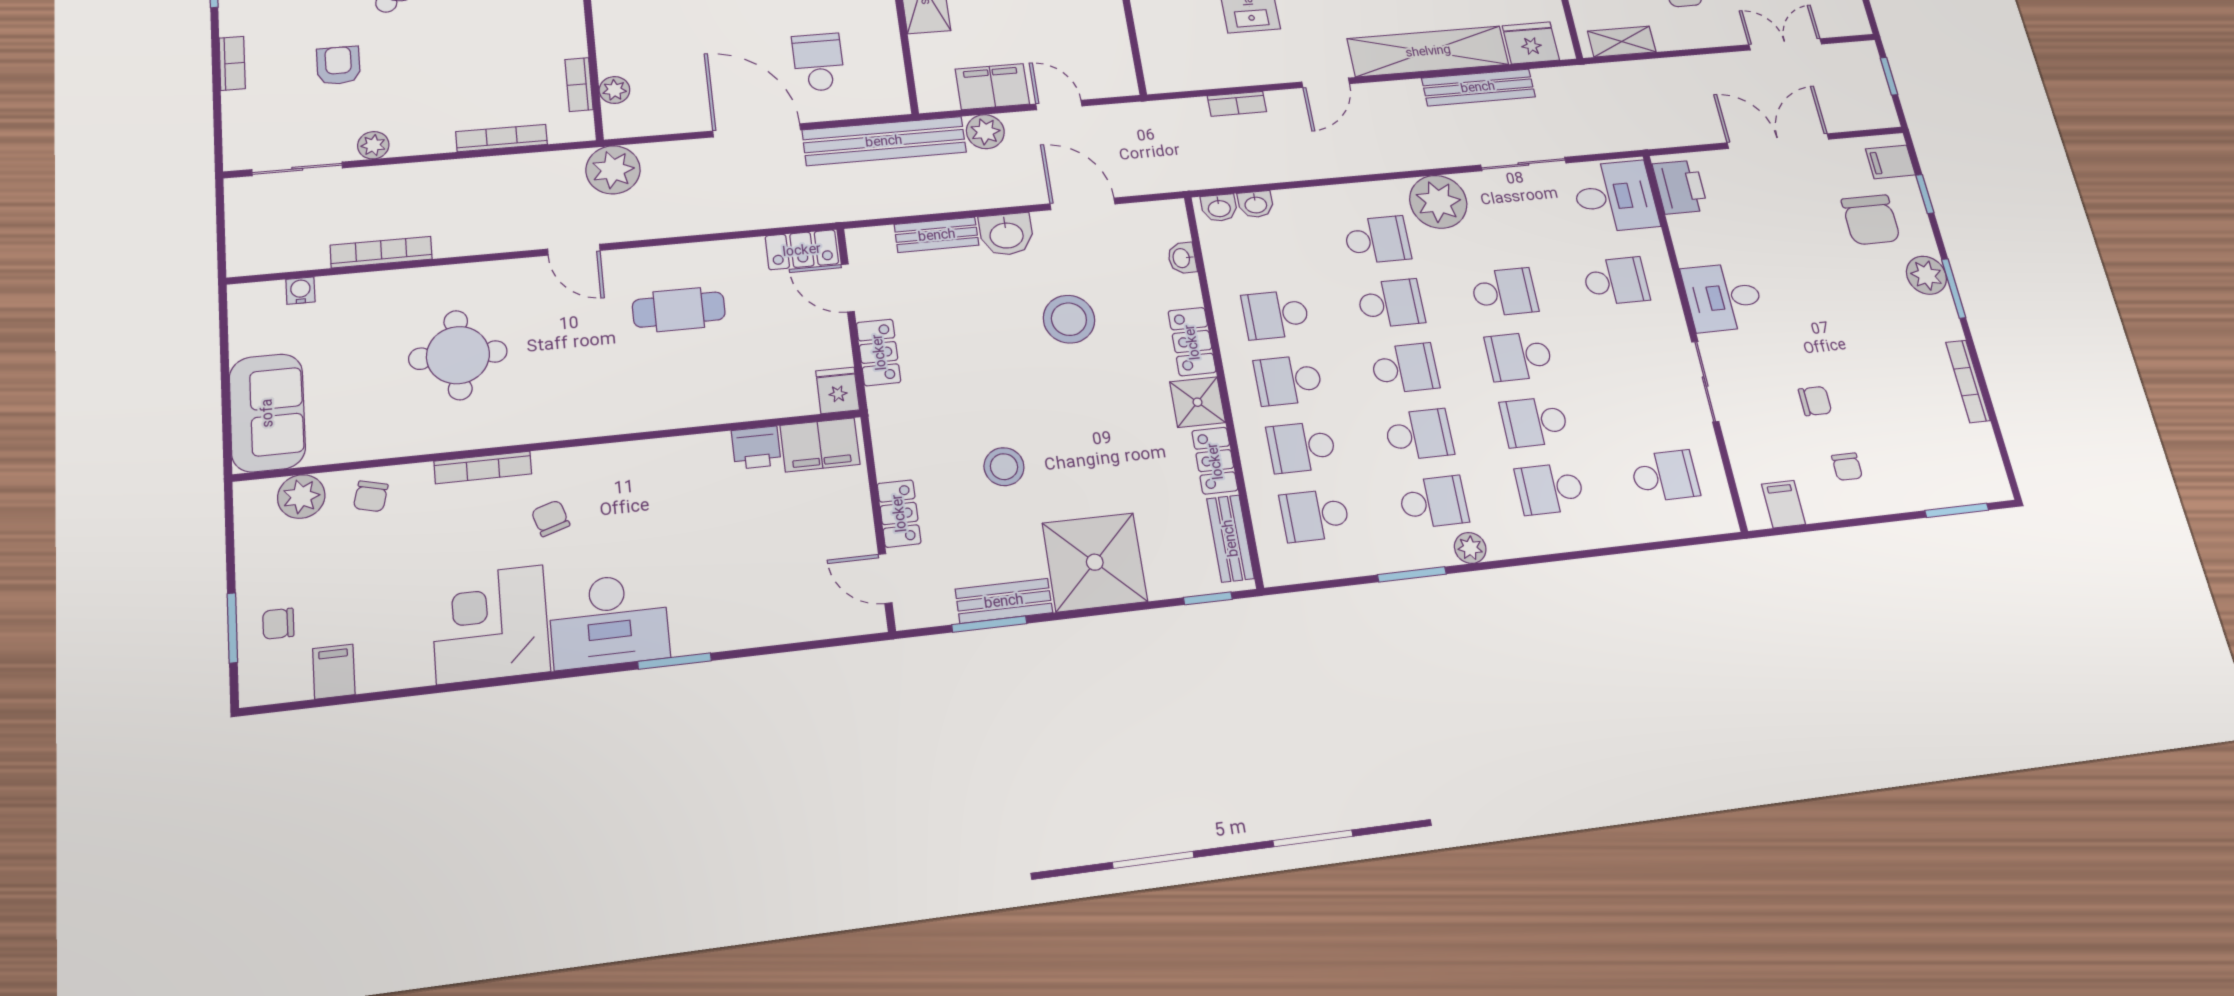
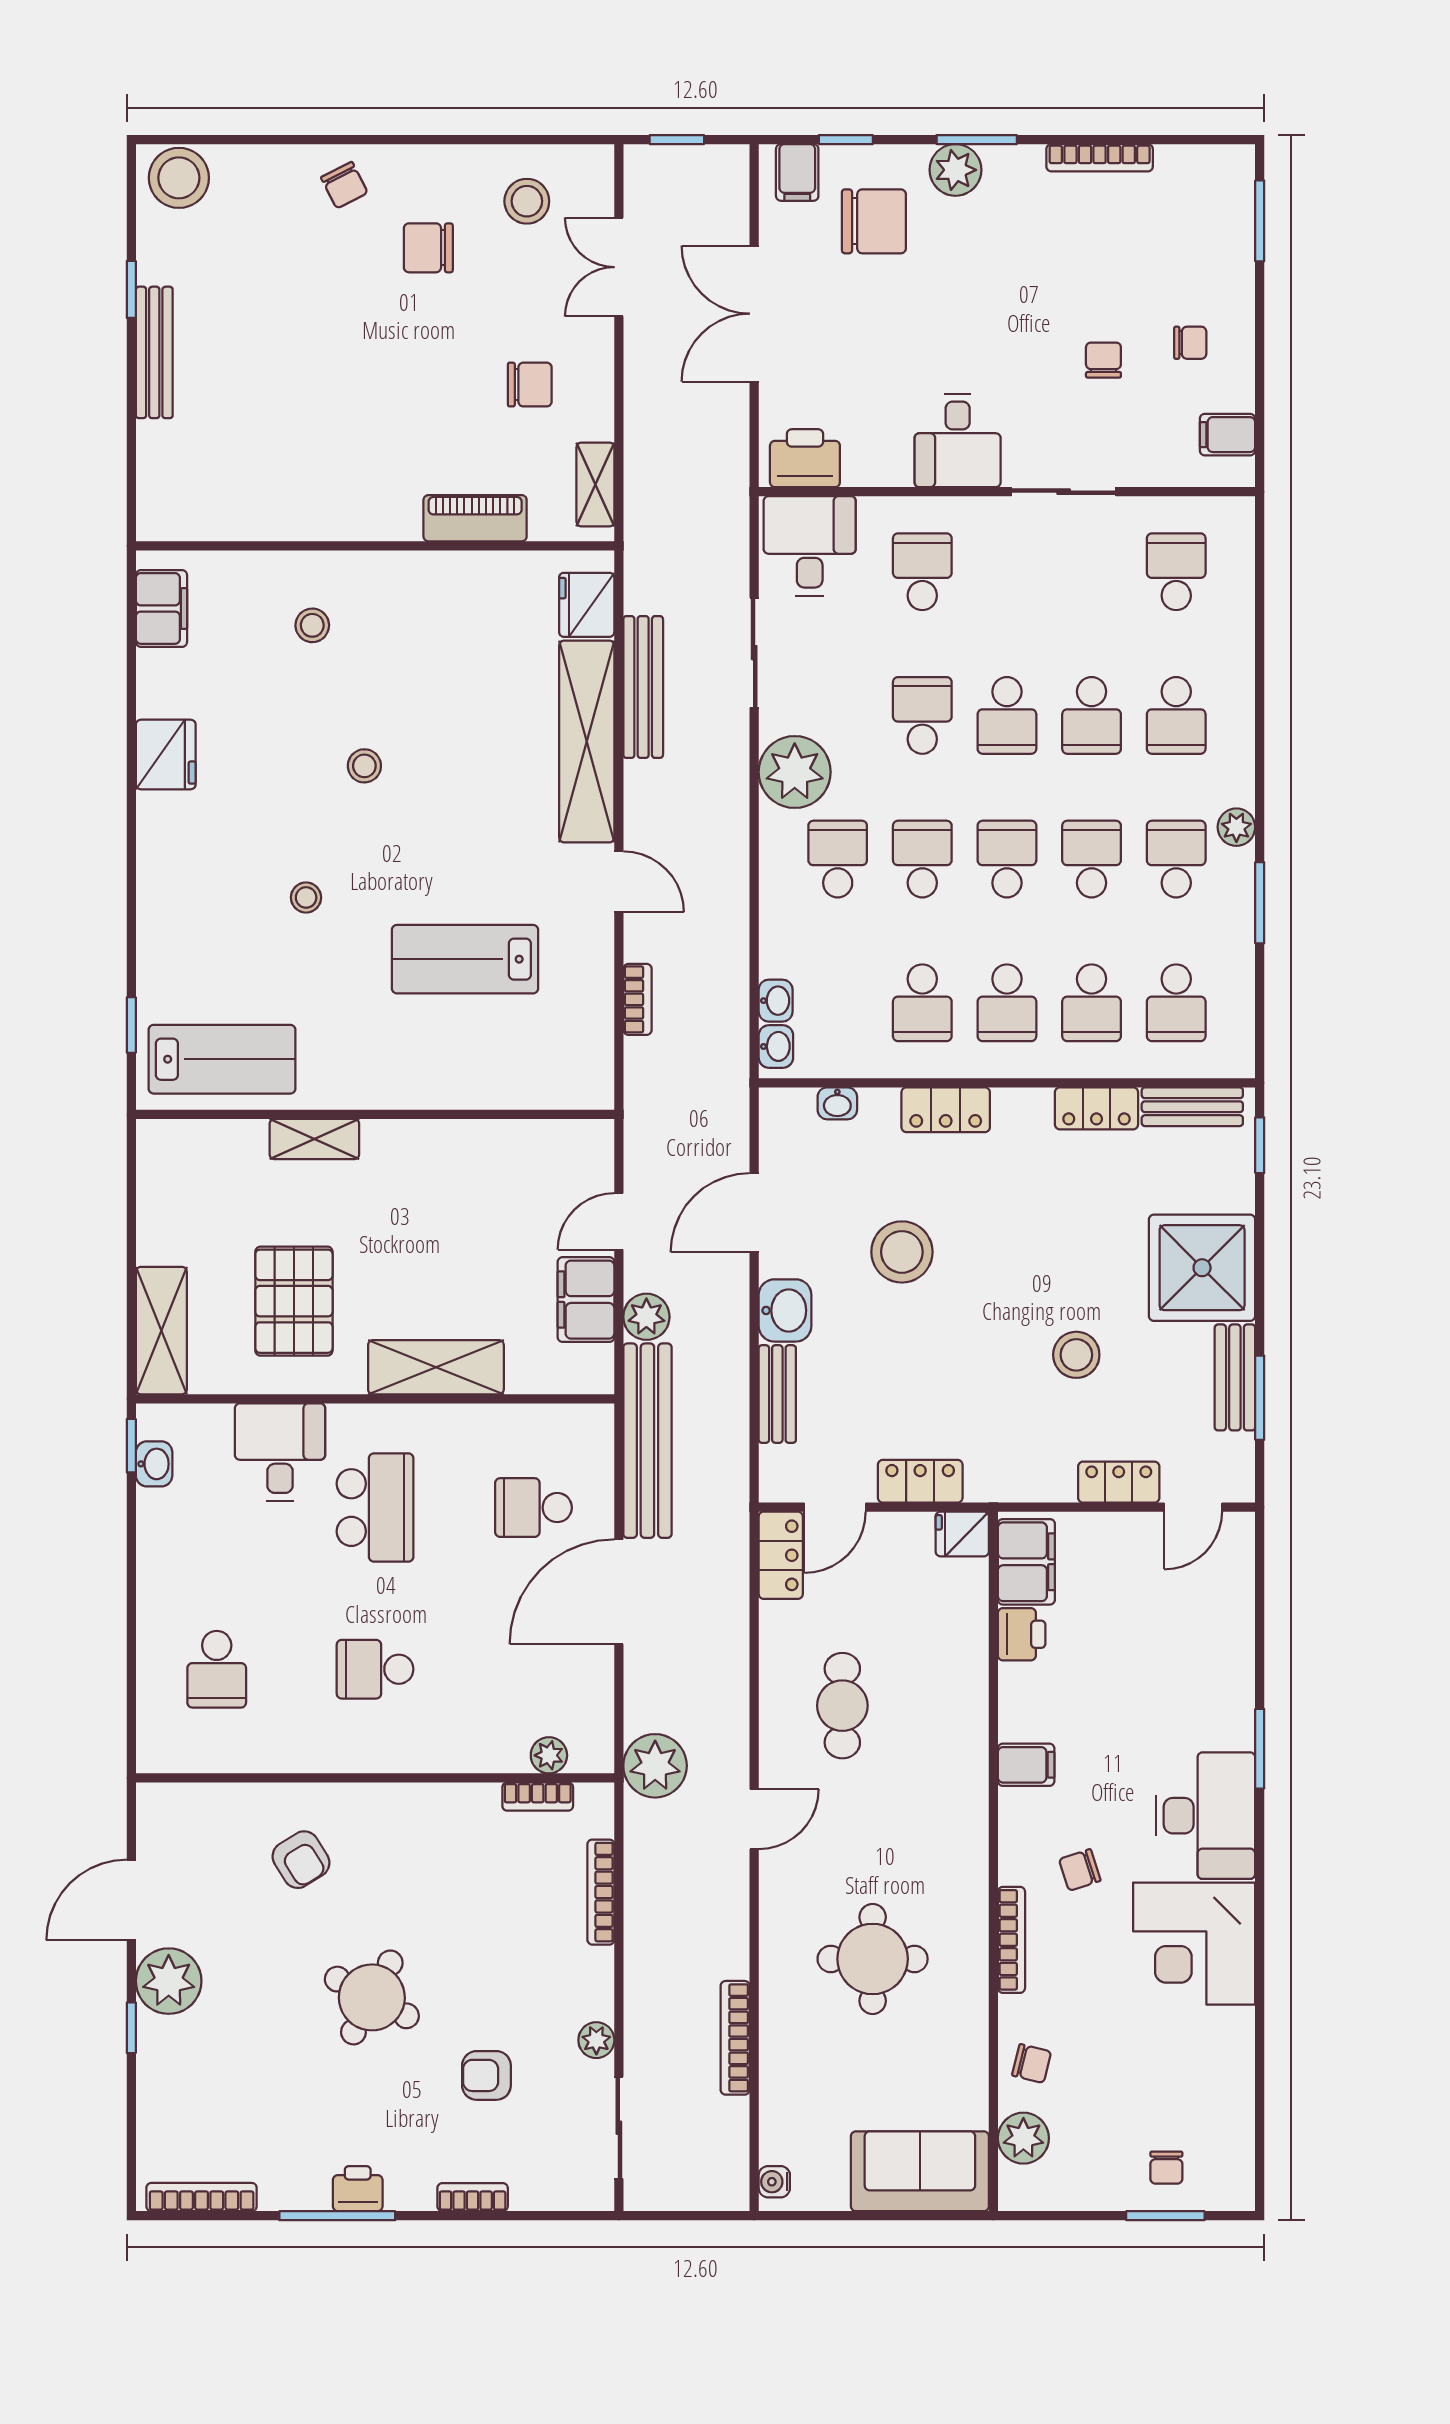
water cooler: (300, 291) -> (774, 2182), moved
shower: (1198, 402) -> (1022, 1116), removed
filing cabinet: (334, 672) -> (1026, 1765), moved, turned 180

